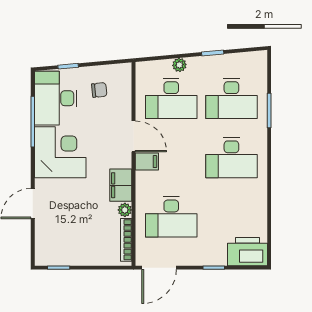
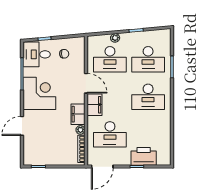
desk: (56, 98) -> (37, 54), width x0.73
filing cabinet: (147, 162) -> (94, 105), width x2.00
printer: (247, 252) -> (144, 156), moved

